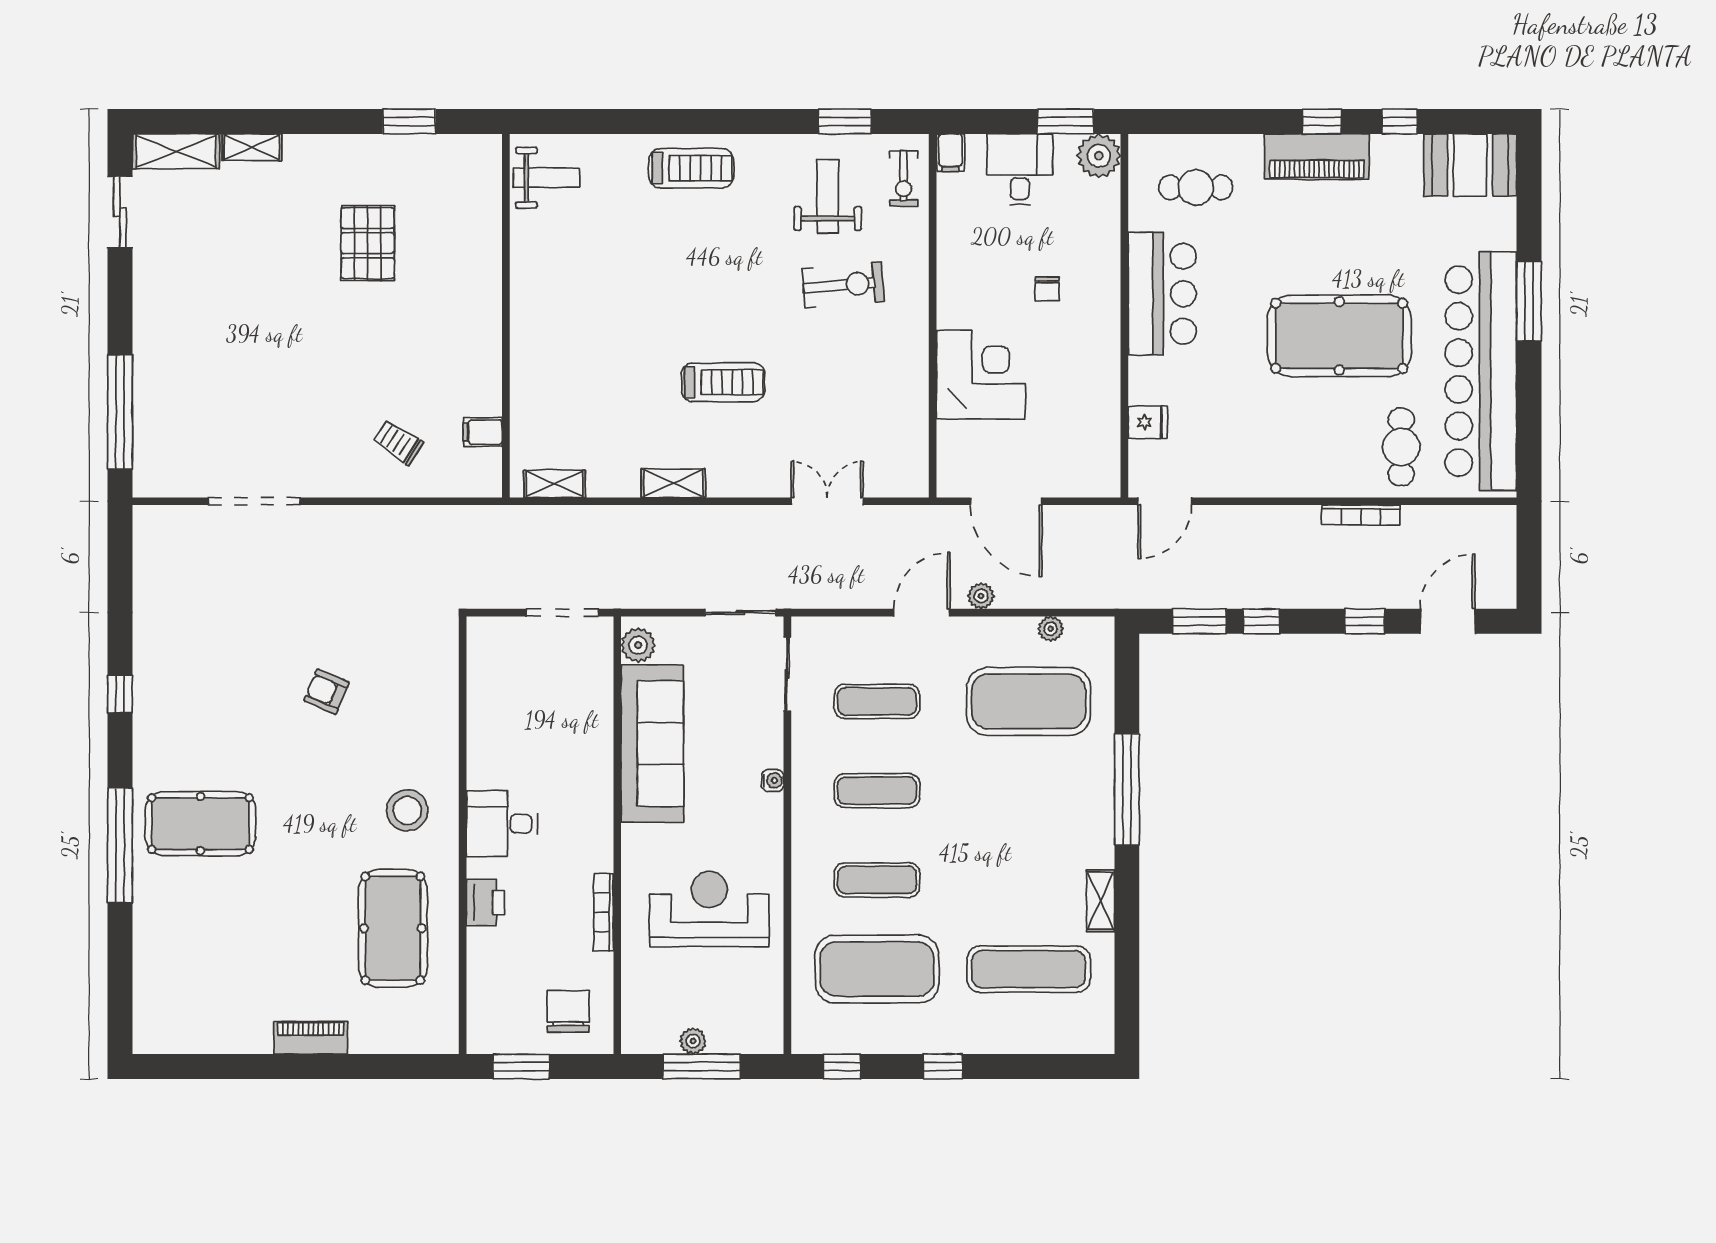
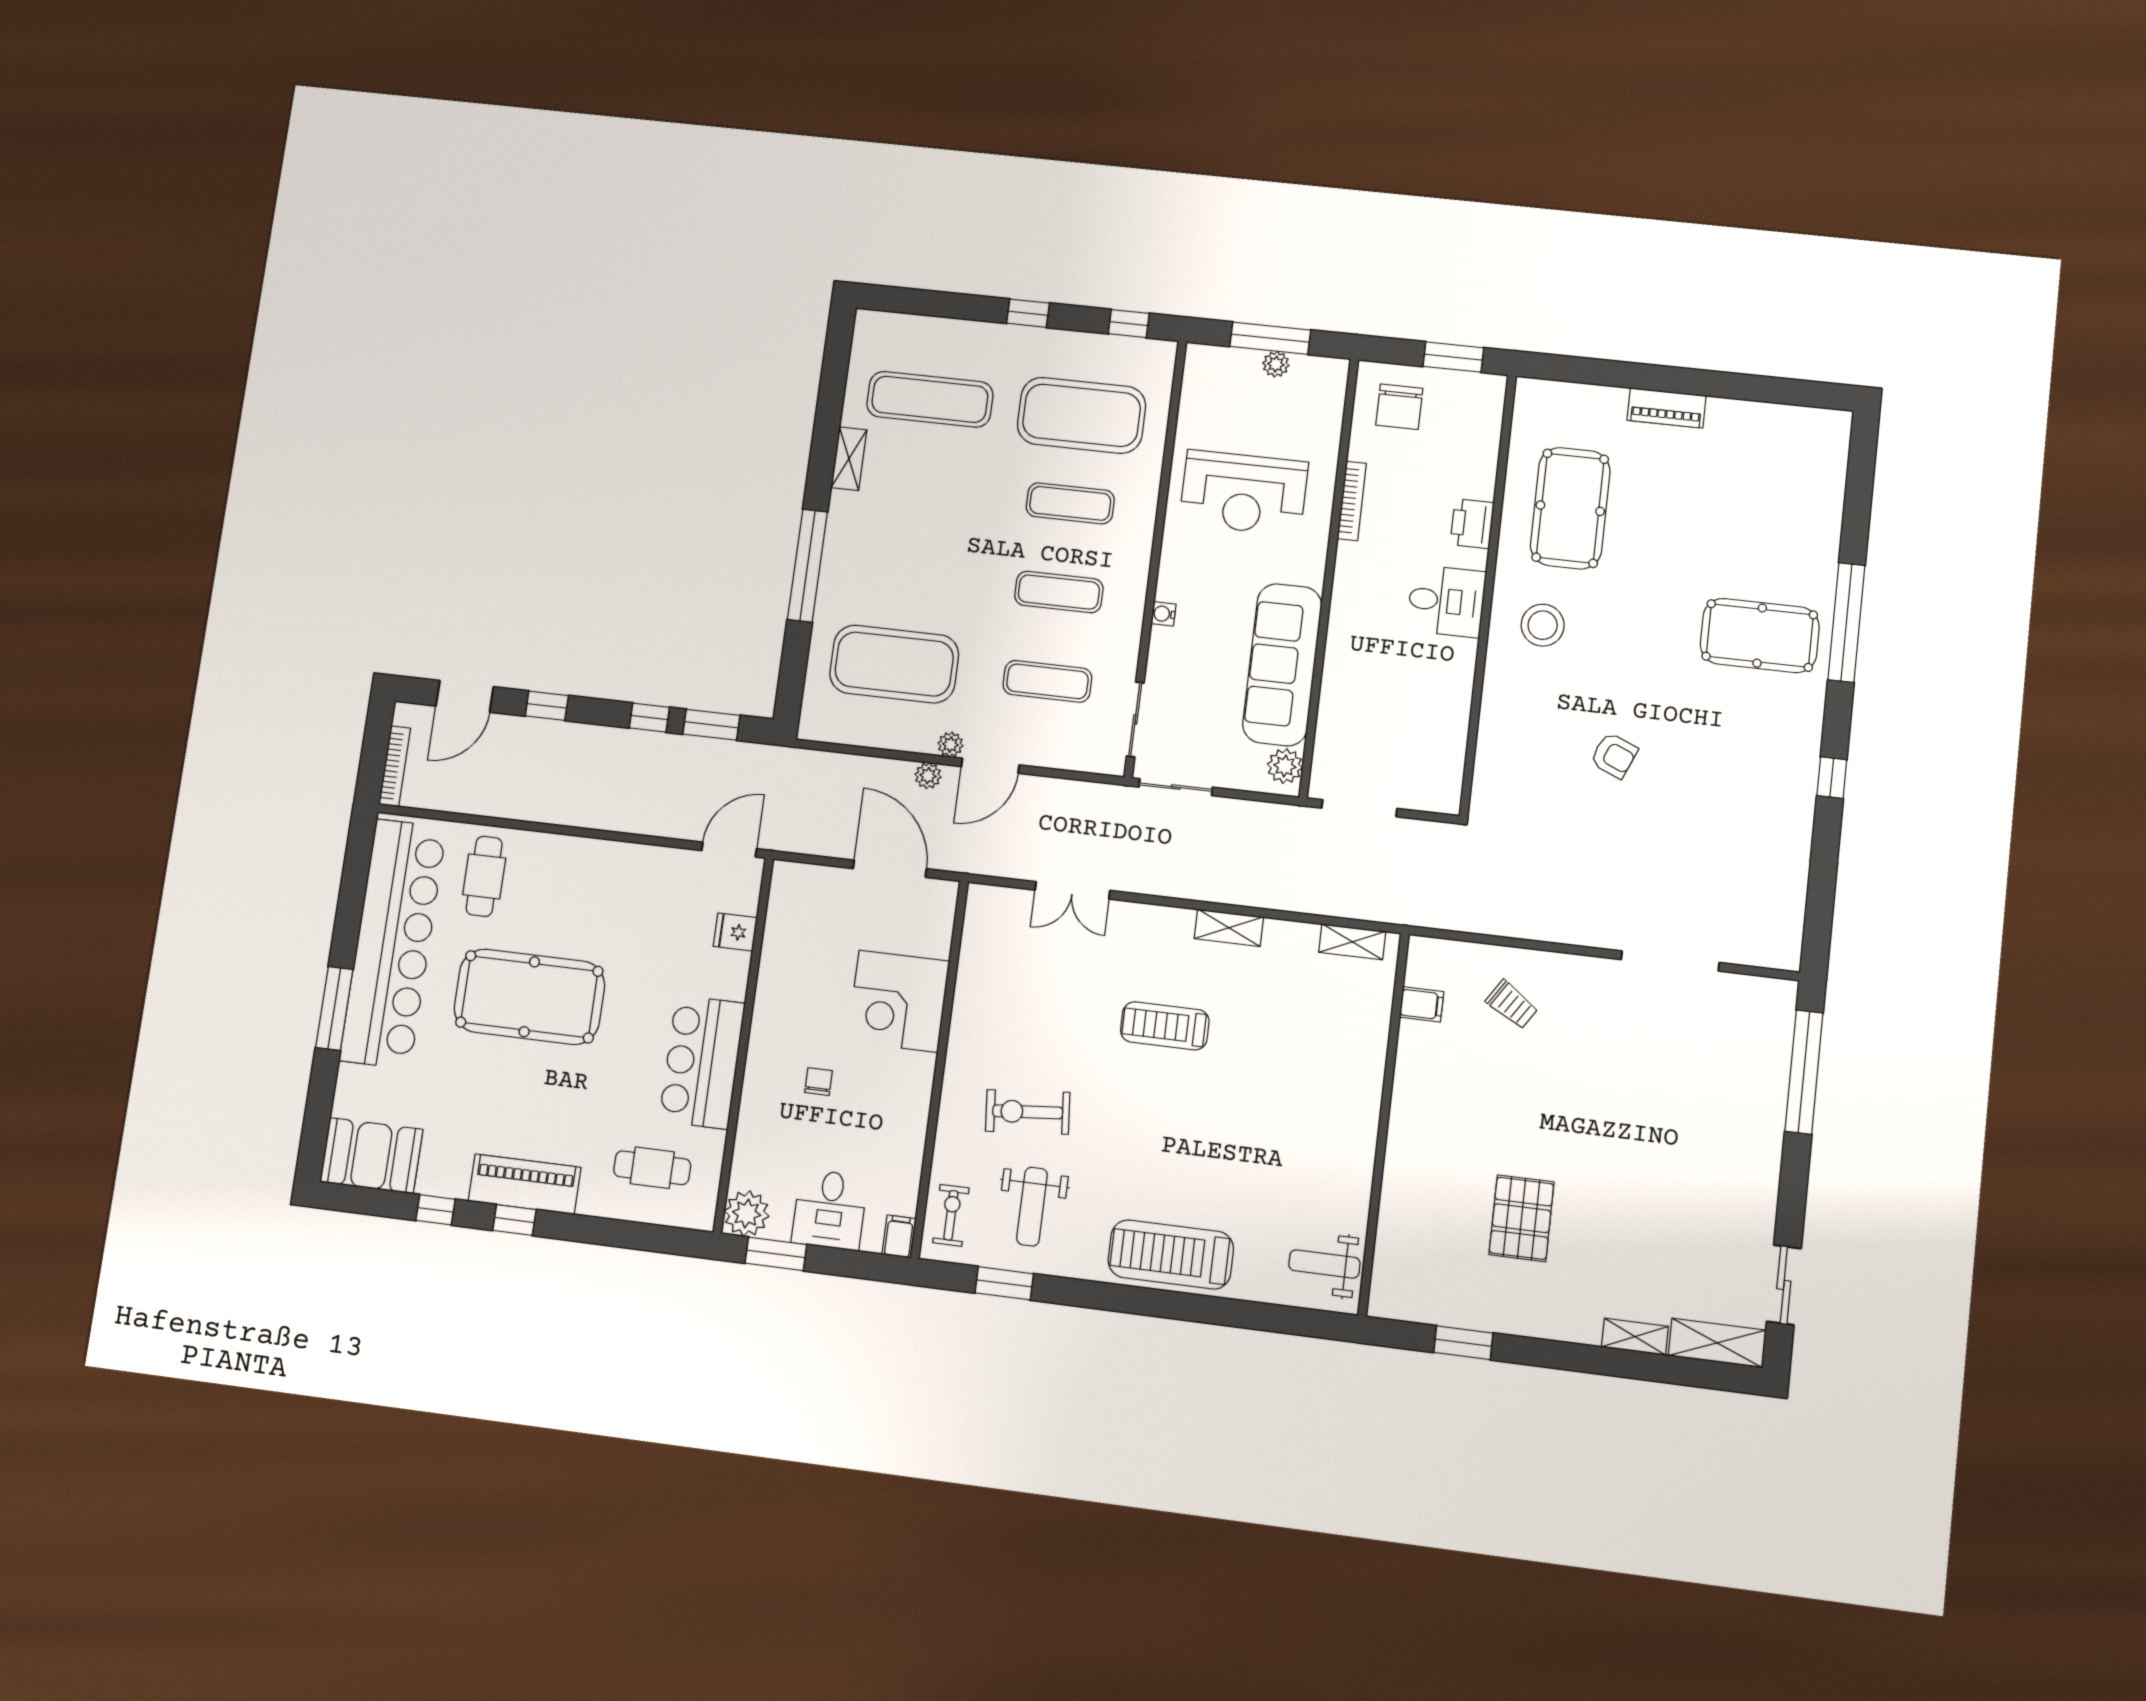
treadmill: (691, 168) -> (1171, 1254), width x1.37, depth x1.38
bookcase: (1361, 515) -> (395, 766), moved, turned 90
plant: (1051, 629) -> (950, 745), moved

